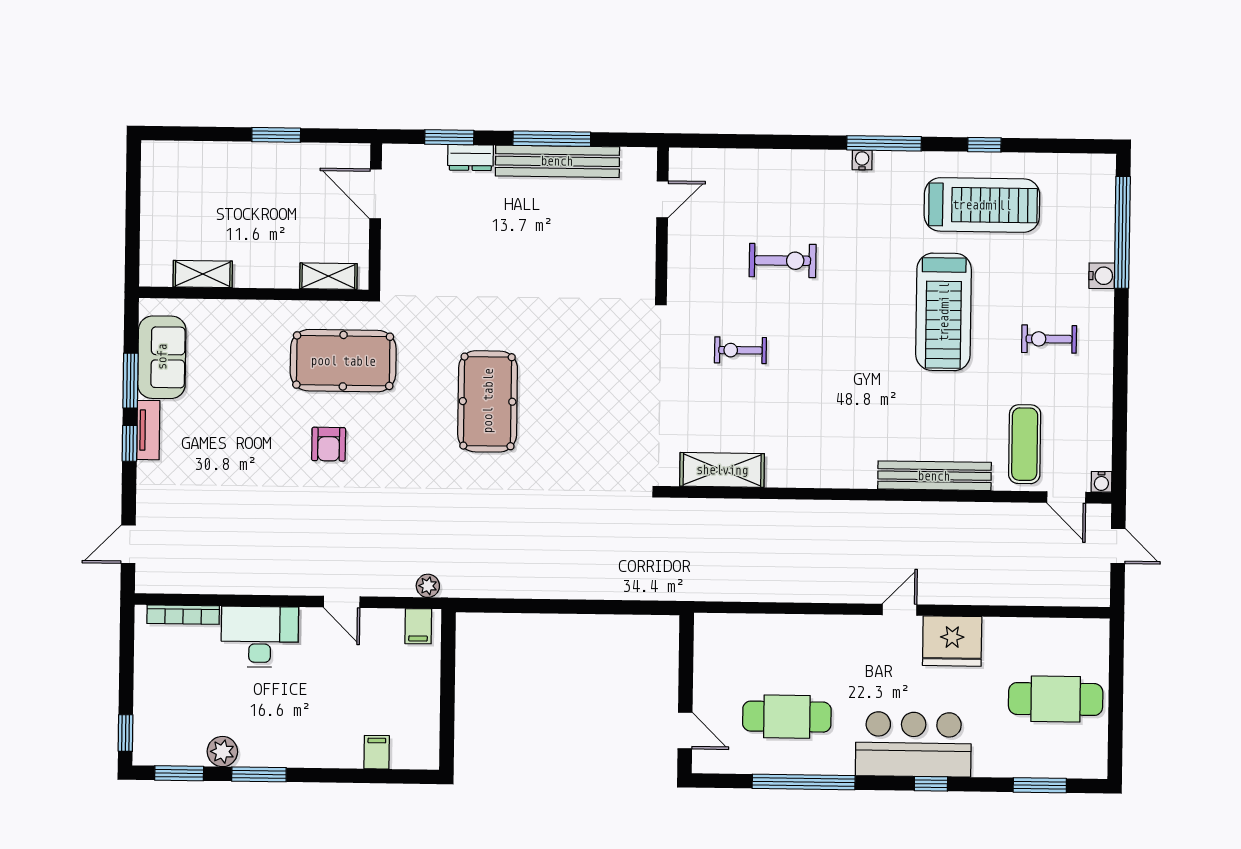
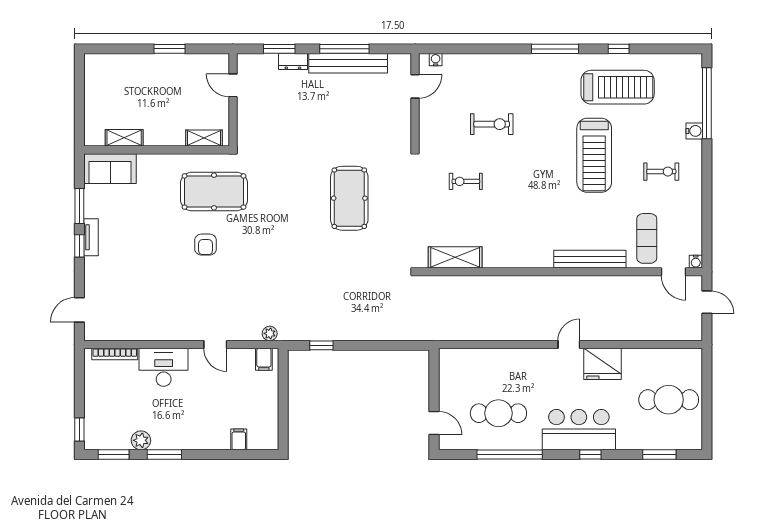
water cooler: (862, 160) -> (436, 60), moved
door: (376, 194) -> (233, 85), width x0.73
exercise bike: (1049, 339) -> (661, 172), turned 180
sofa: (162, 357) -> (110, 169), moved, turned 90
pool table: (488, 401) -> (349, 198), moved
window: (509, 606) -> (321, 345), added

